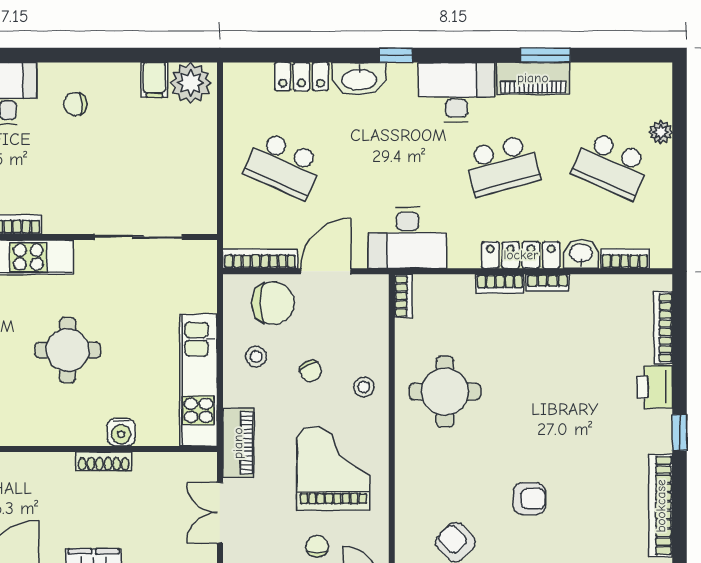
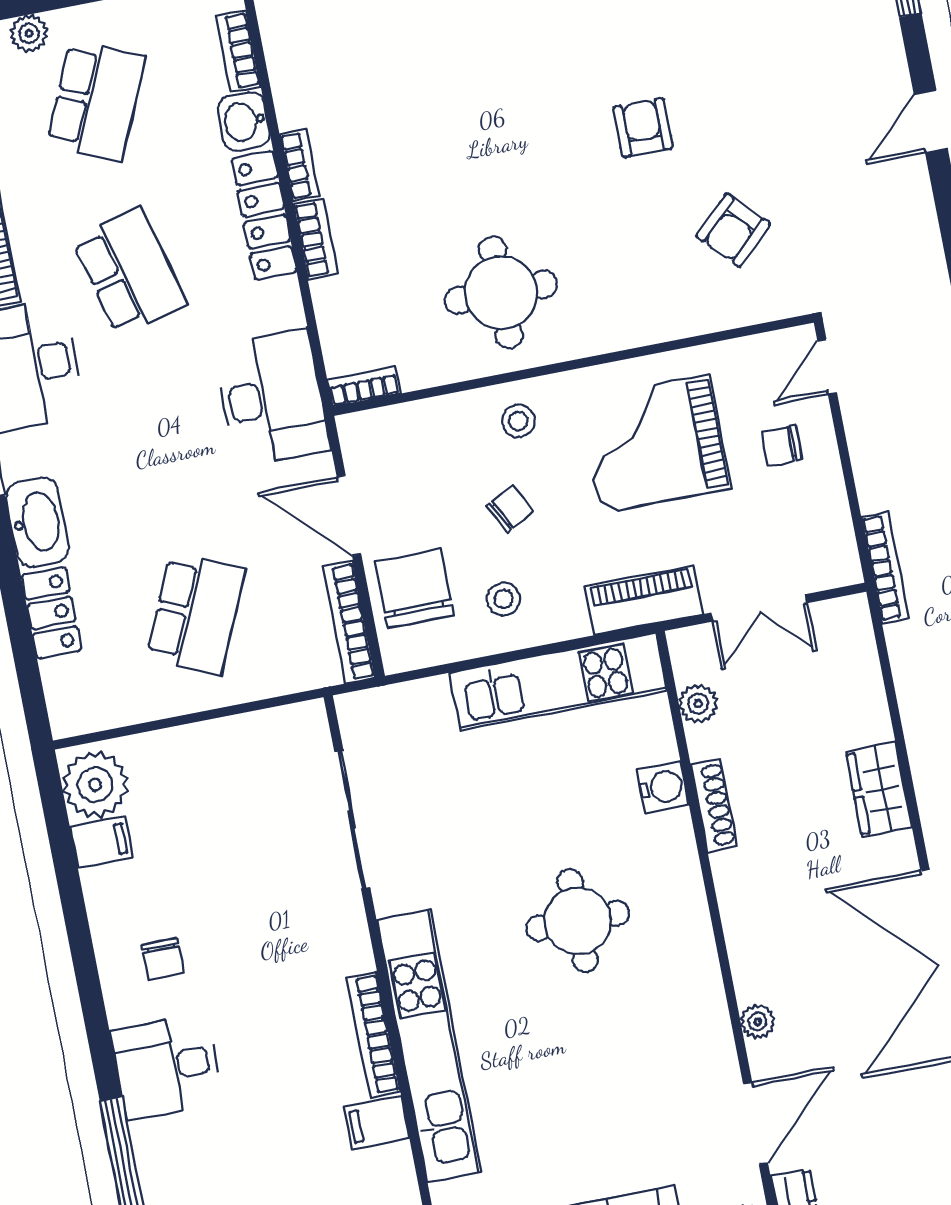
round table: (68, 350) -> (578, 921), moved
plant: (168, 464) -> (698, 704), added

